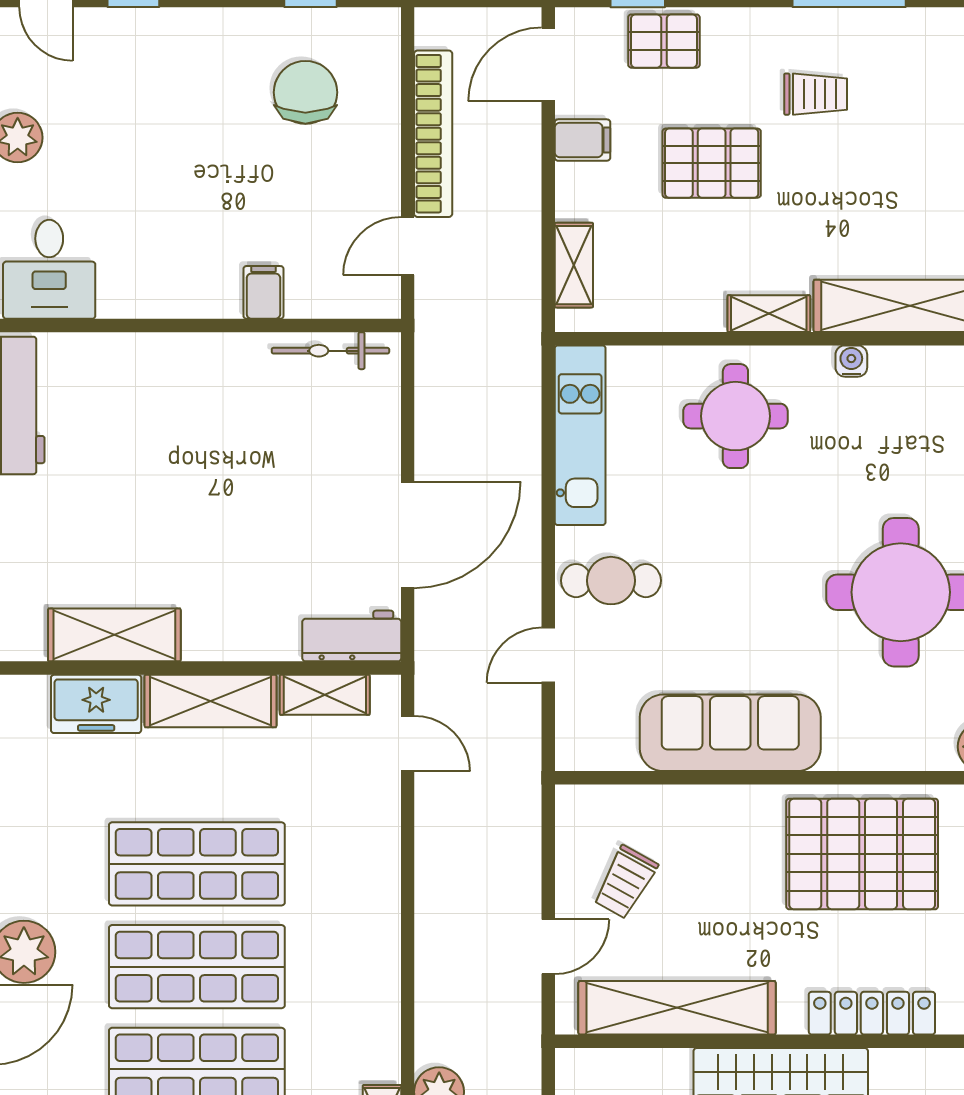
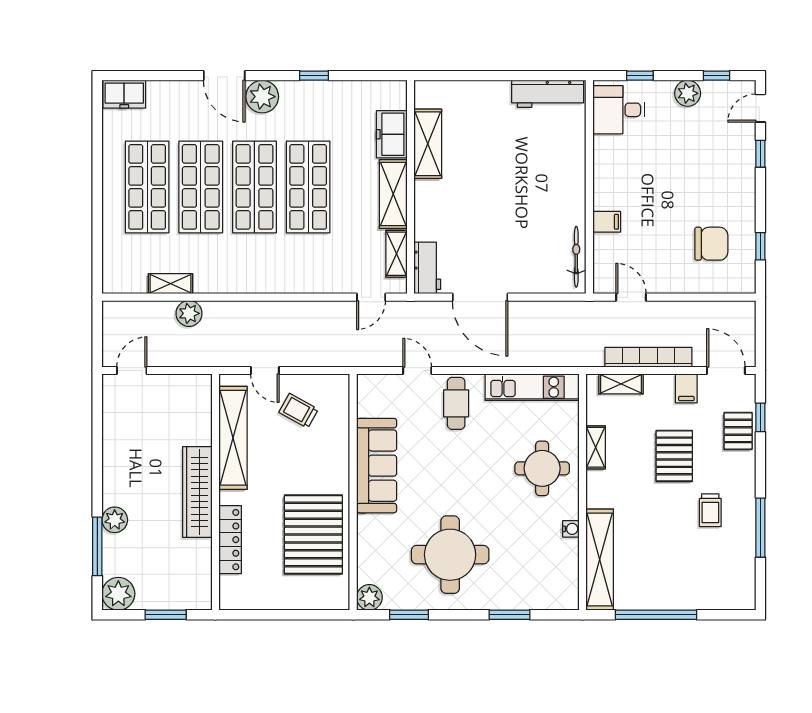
bookcase: (433, 134) -> (648, 357), moved, turned 180
shelving: (769, 314) -> (596, 447), moved

